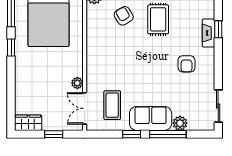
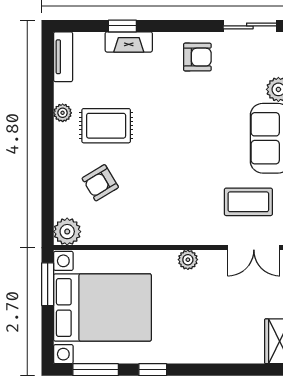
armchair: (186, 64) -> (197, 57), moved
plant: (77, 83) -> (188, 260), moved

